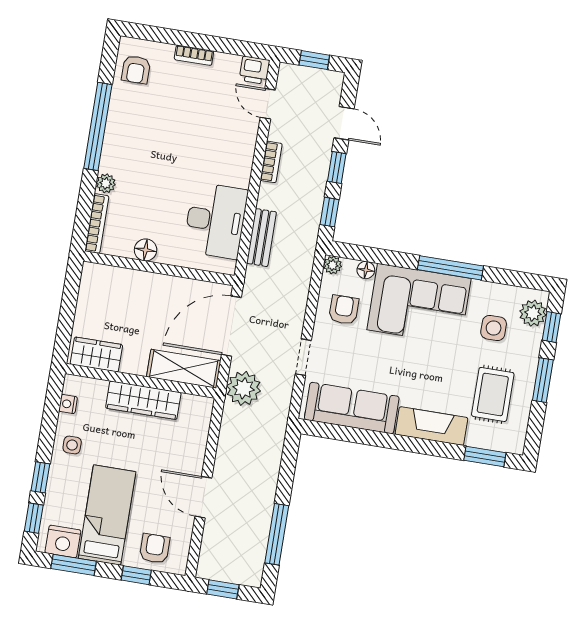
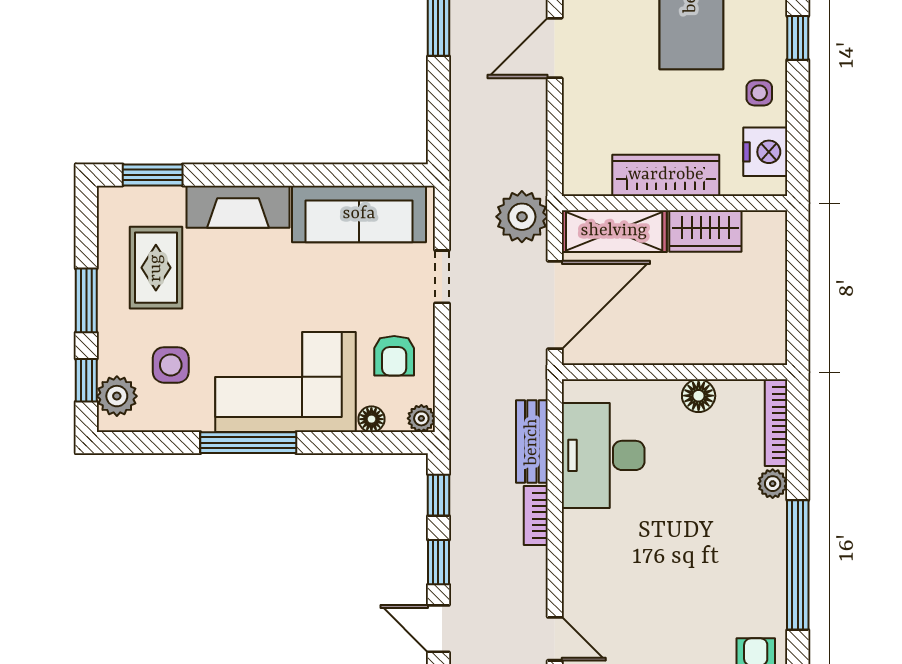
bookcase: (271, 162) -> (536, 516), moved
wardrobe: (96, 354) -> (705, 231), moved
nightstand: (68, 404) -> (765, 152), width x1.89, depth x1.79
door: (203, 497) -> (555, 48), swing flipped

